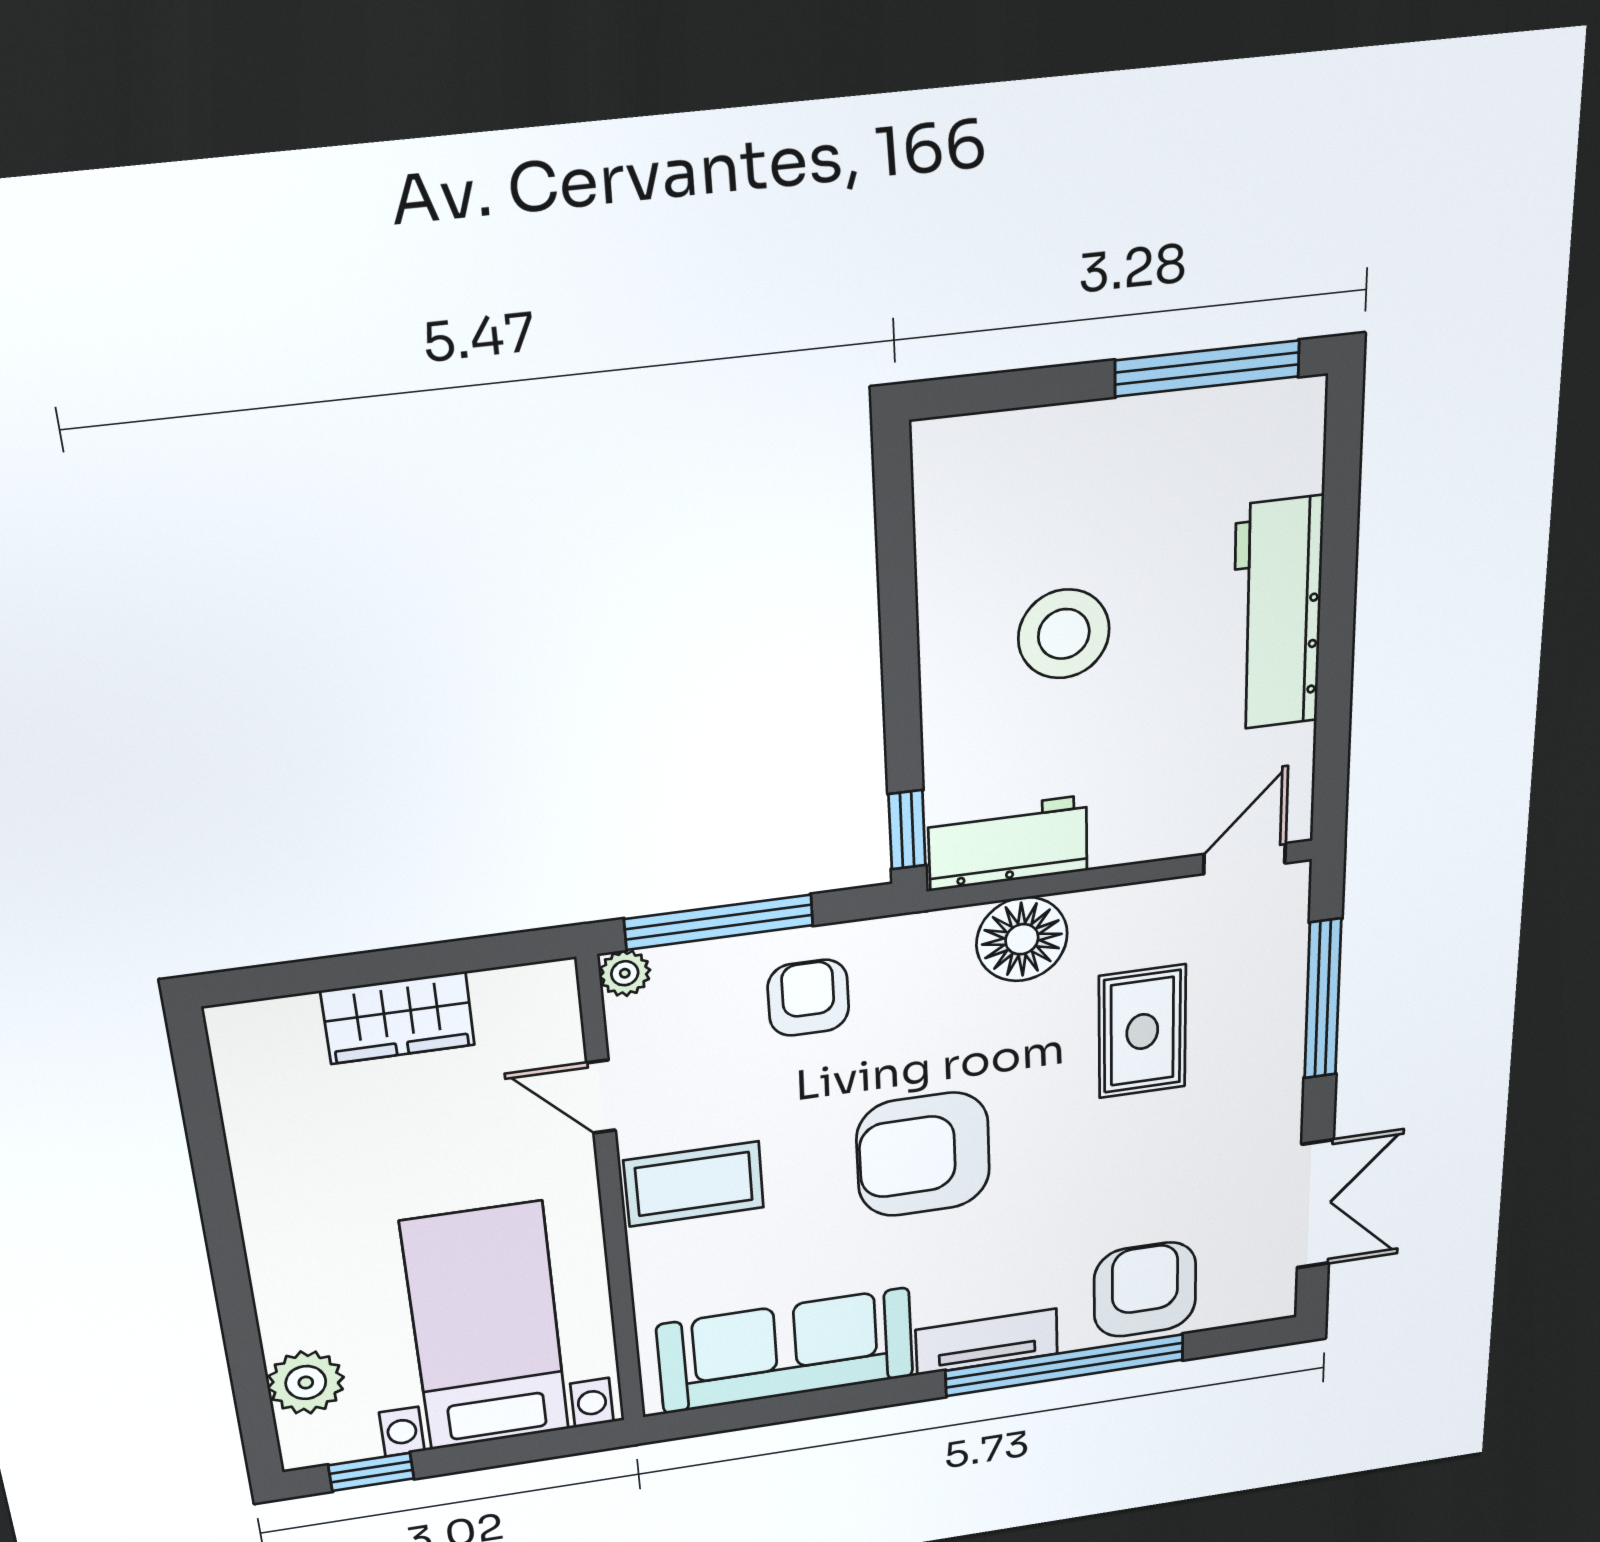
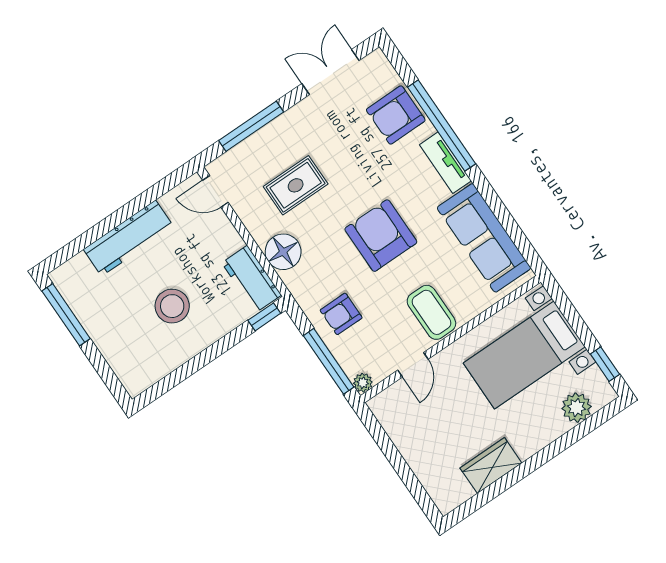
wardrobe: (398, 1018) -> (491, 466), moved, turned -90
armchair: (923, 1154) -> (381, 236), turned 180

